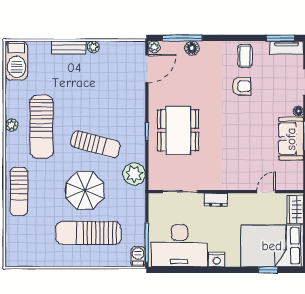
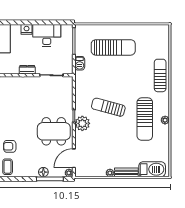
barbecue: (17, 61) -> (152, 169), moved, turned 90
sun lounger: (42, 127) -> (145, 119), turned 180
dining table: (178, 130) -> (54, 131), moved, turned 90
plant: (134, 174) -> (82, 123), moved
parasol: (85, 190) -> (116, 76), removed
desk: (179, 246) -> (47, 35), width x0.73, depth x0.77
barbecue: (138, 257) -> (80, 63), moved

